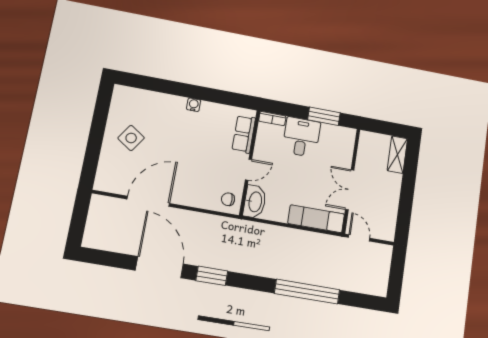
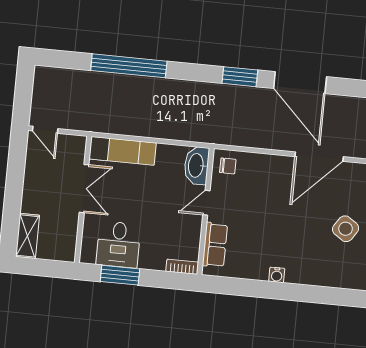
desk: (301, 137) -> (118, 245), moved
door: (359, 238) -> (45, 130), moved

